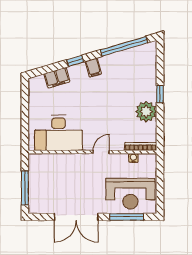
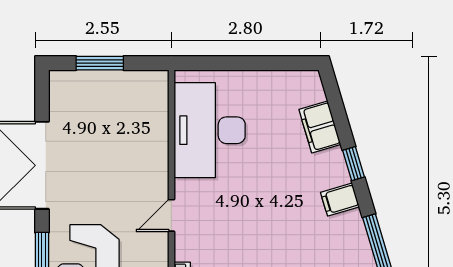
door: (101, 152) -> (171, 215), swing flipped
window: (25, 188) -> (100, 63), width x0.69

